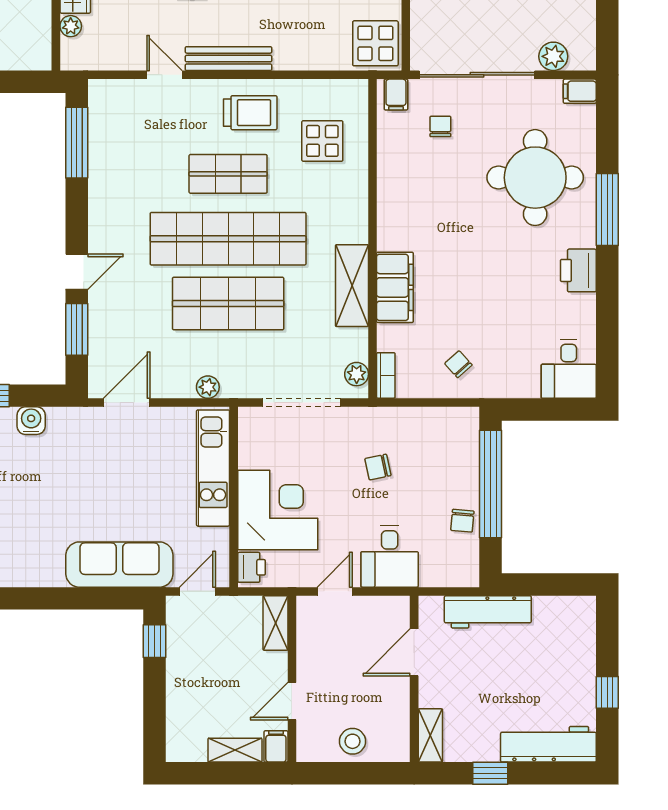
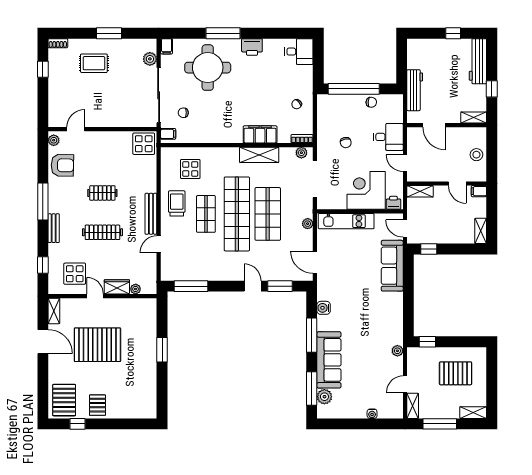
shelving: (235, 750) -> (481, 231), moved

